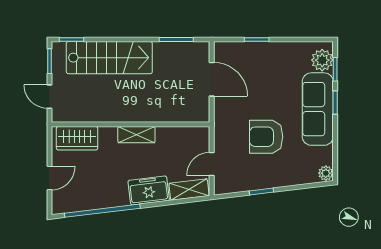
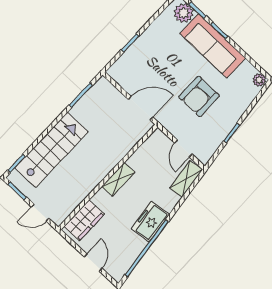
door: (212, 79) -> (141, 108), moved
freezer: (149, 190) -> (150, 222), moved

